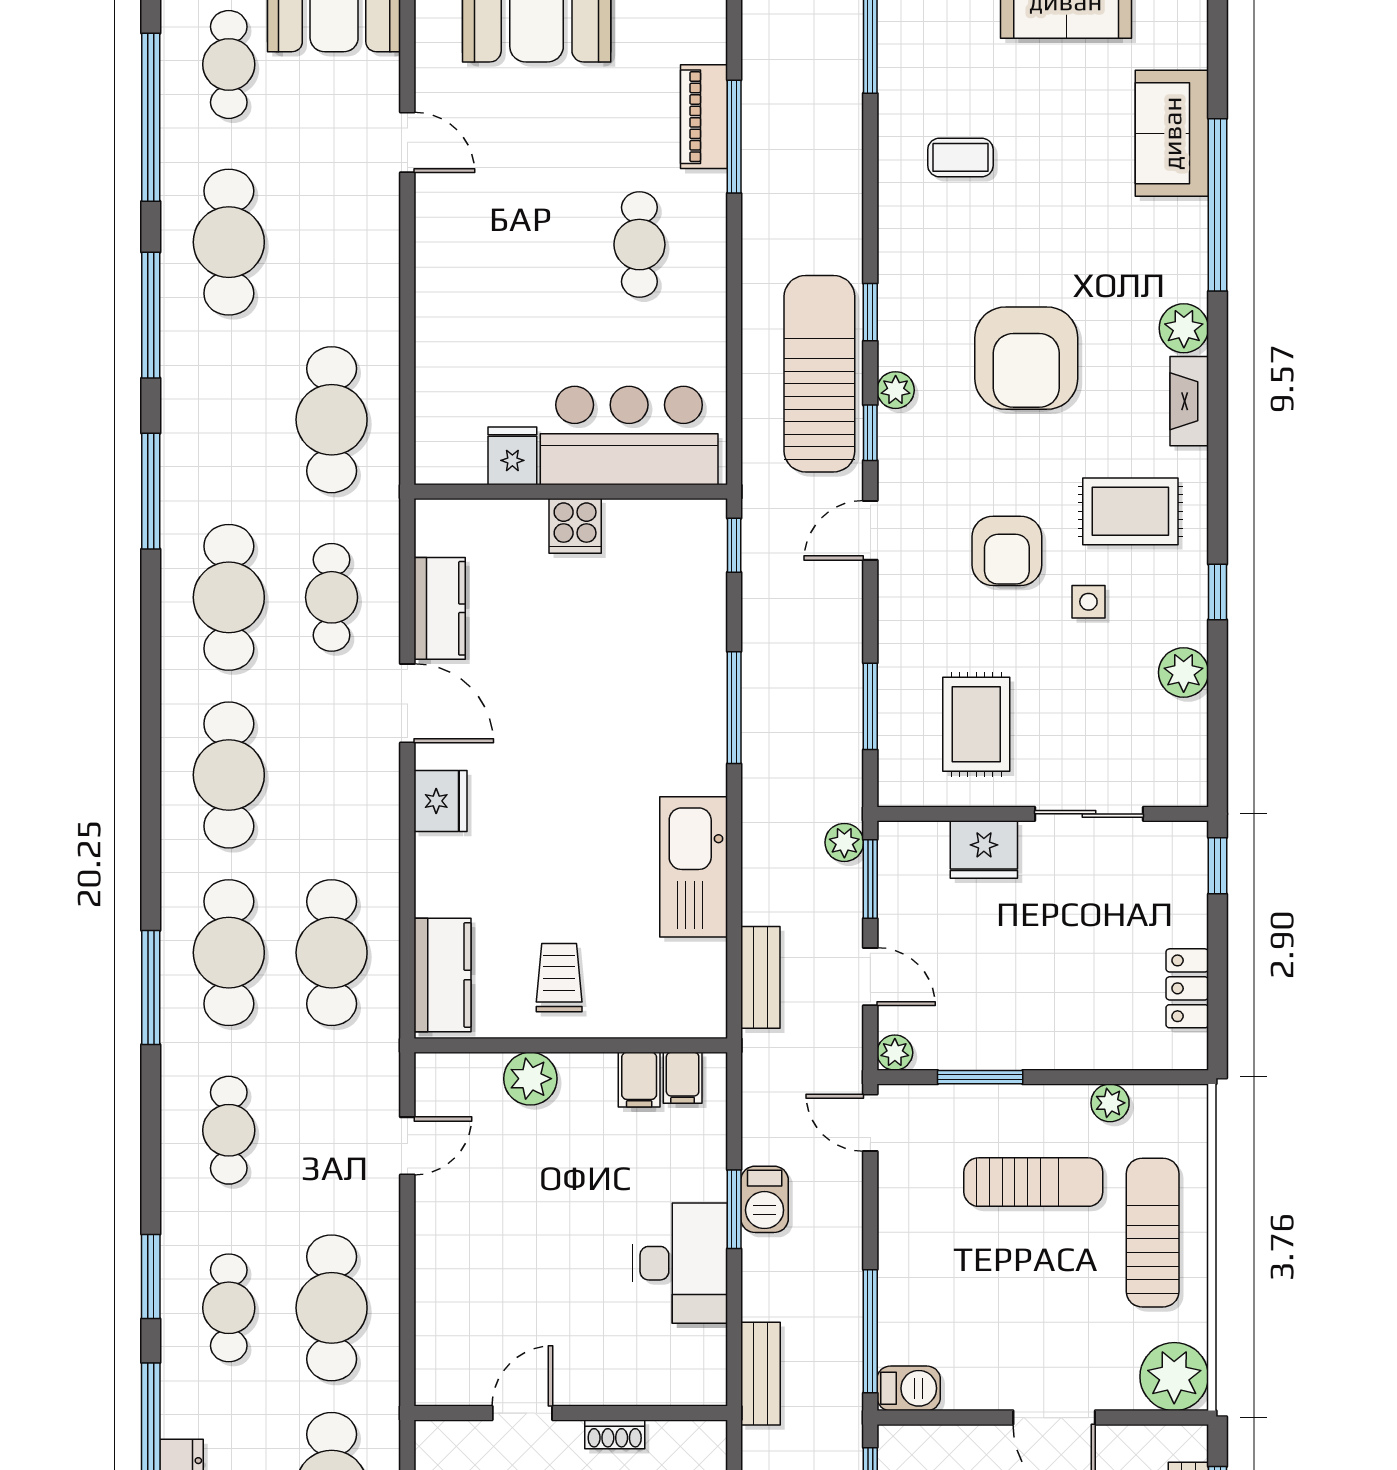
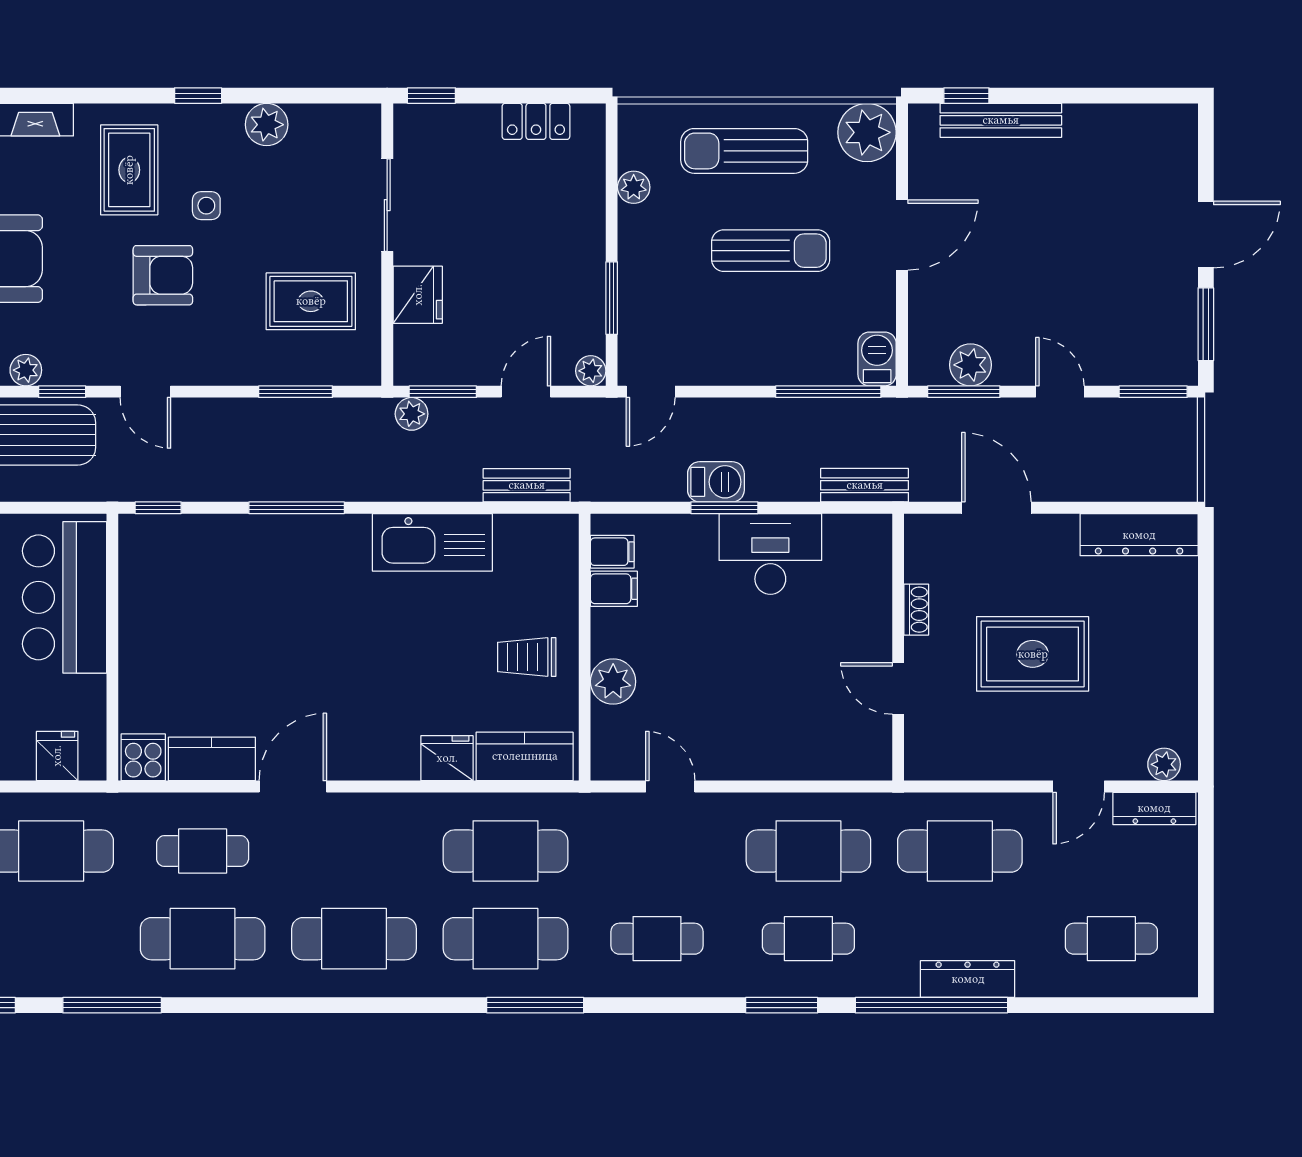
fridge: (512, 456) -> (57, 756), moved, turned 90
cooker: (575, 526) -> (143, 757), moved, turned -90
fridge: (440, 801) -> (447, 758), moved
sun lounger: (1033, 1182) -> (771, 251), moved, turned 90

